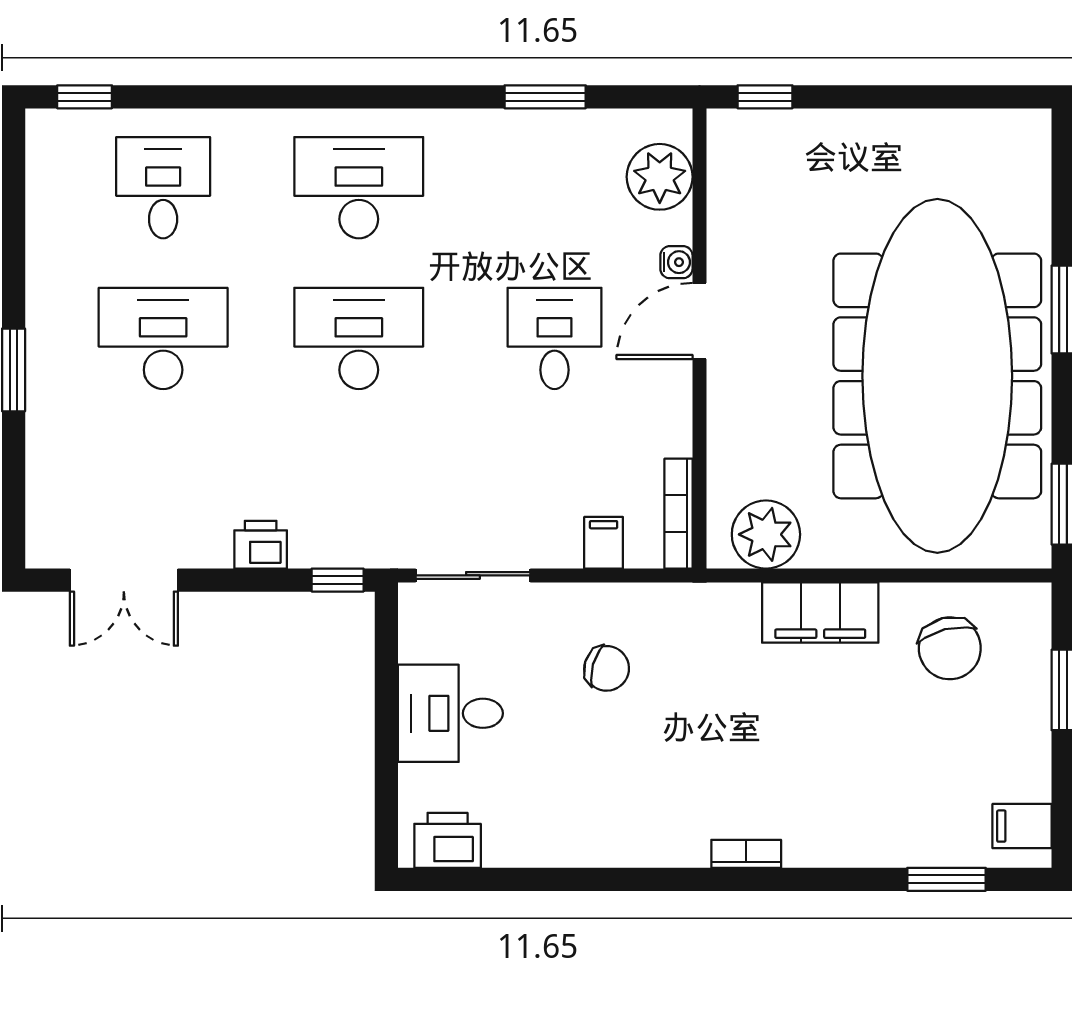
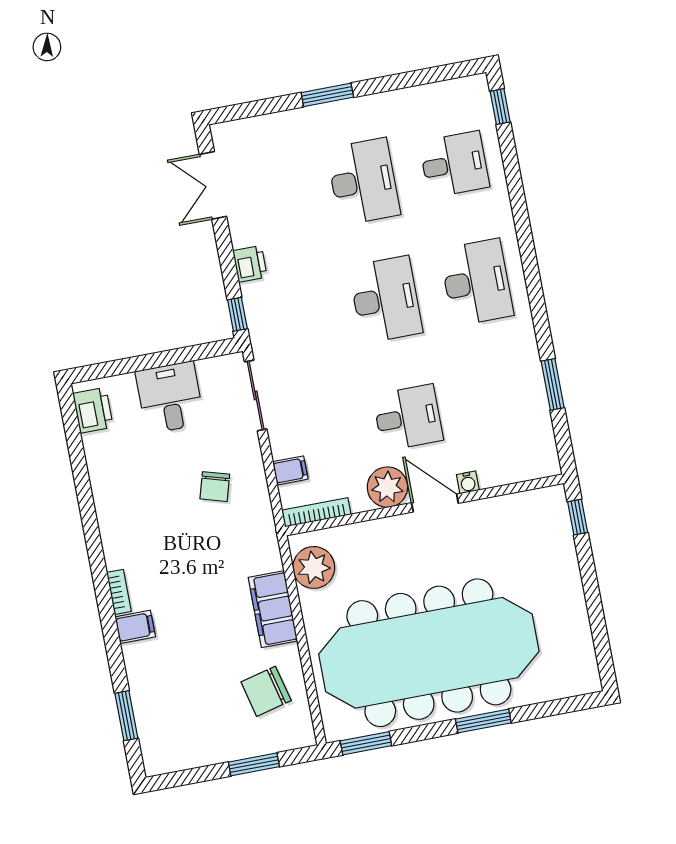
plant: (660, 177) -> (387, 487), moved
filing cabinet: (1022, 826) -> (135, 627), moved, turned 90

